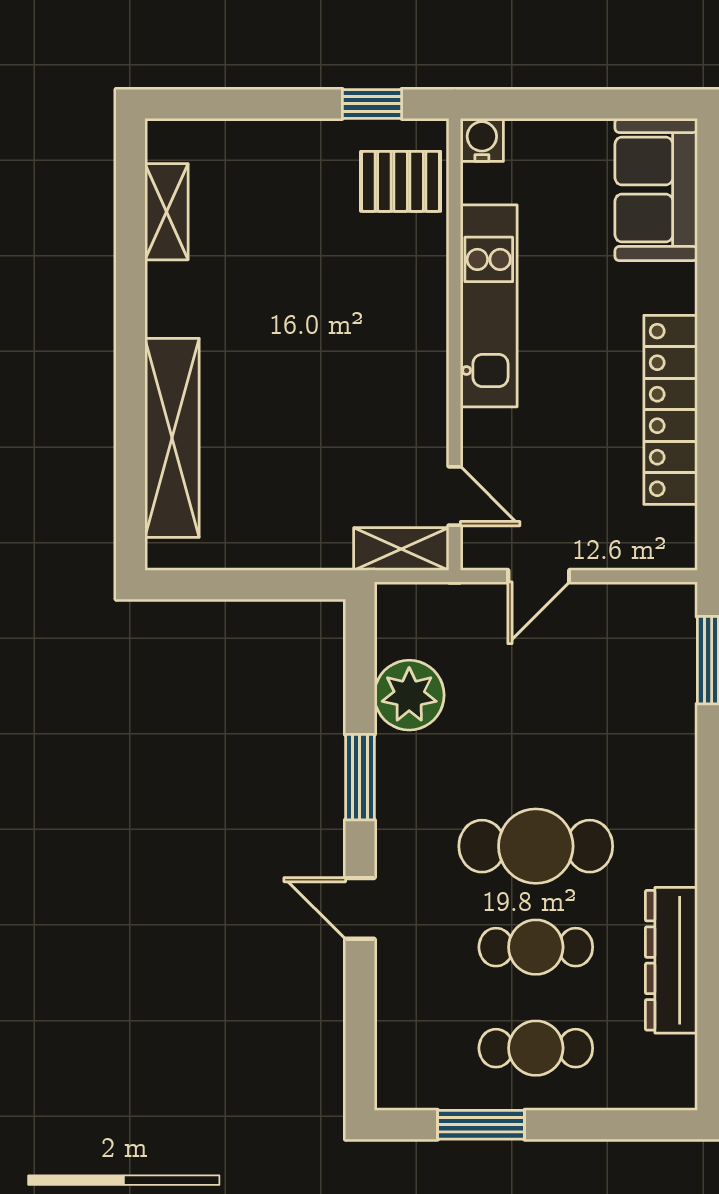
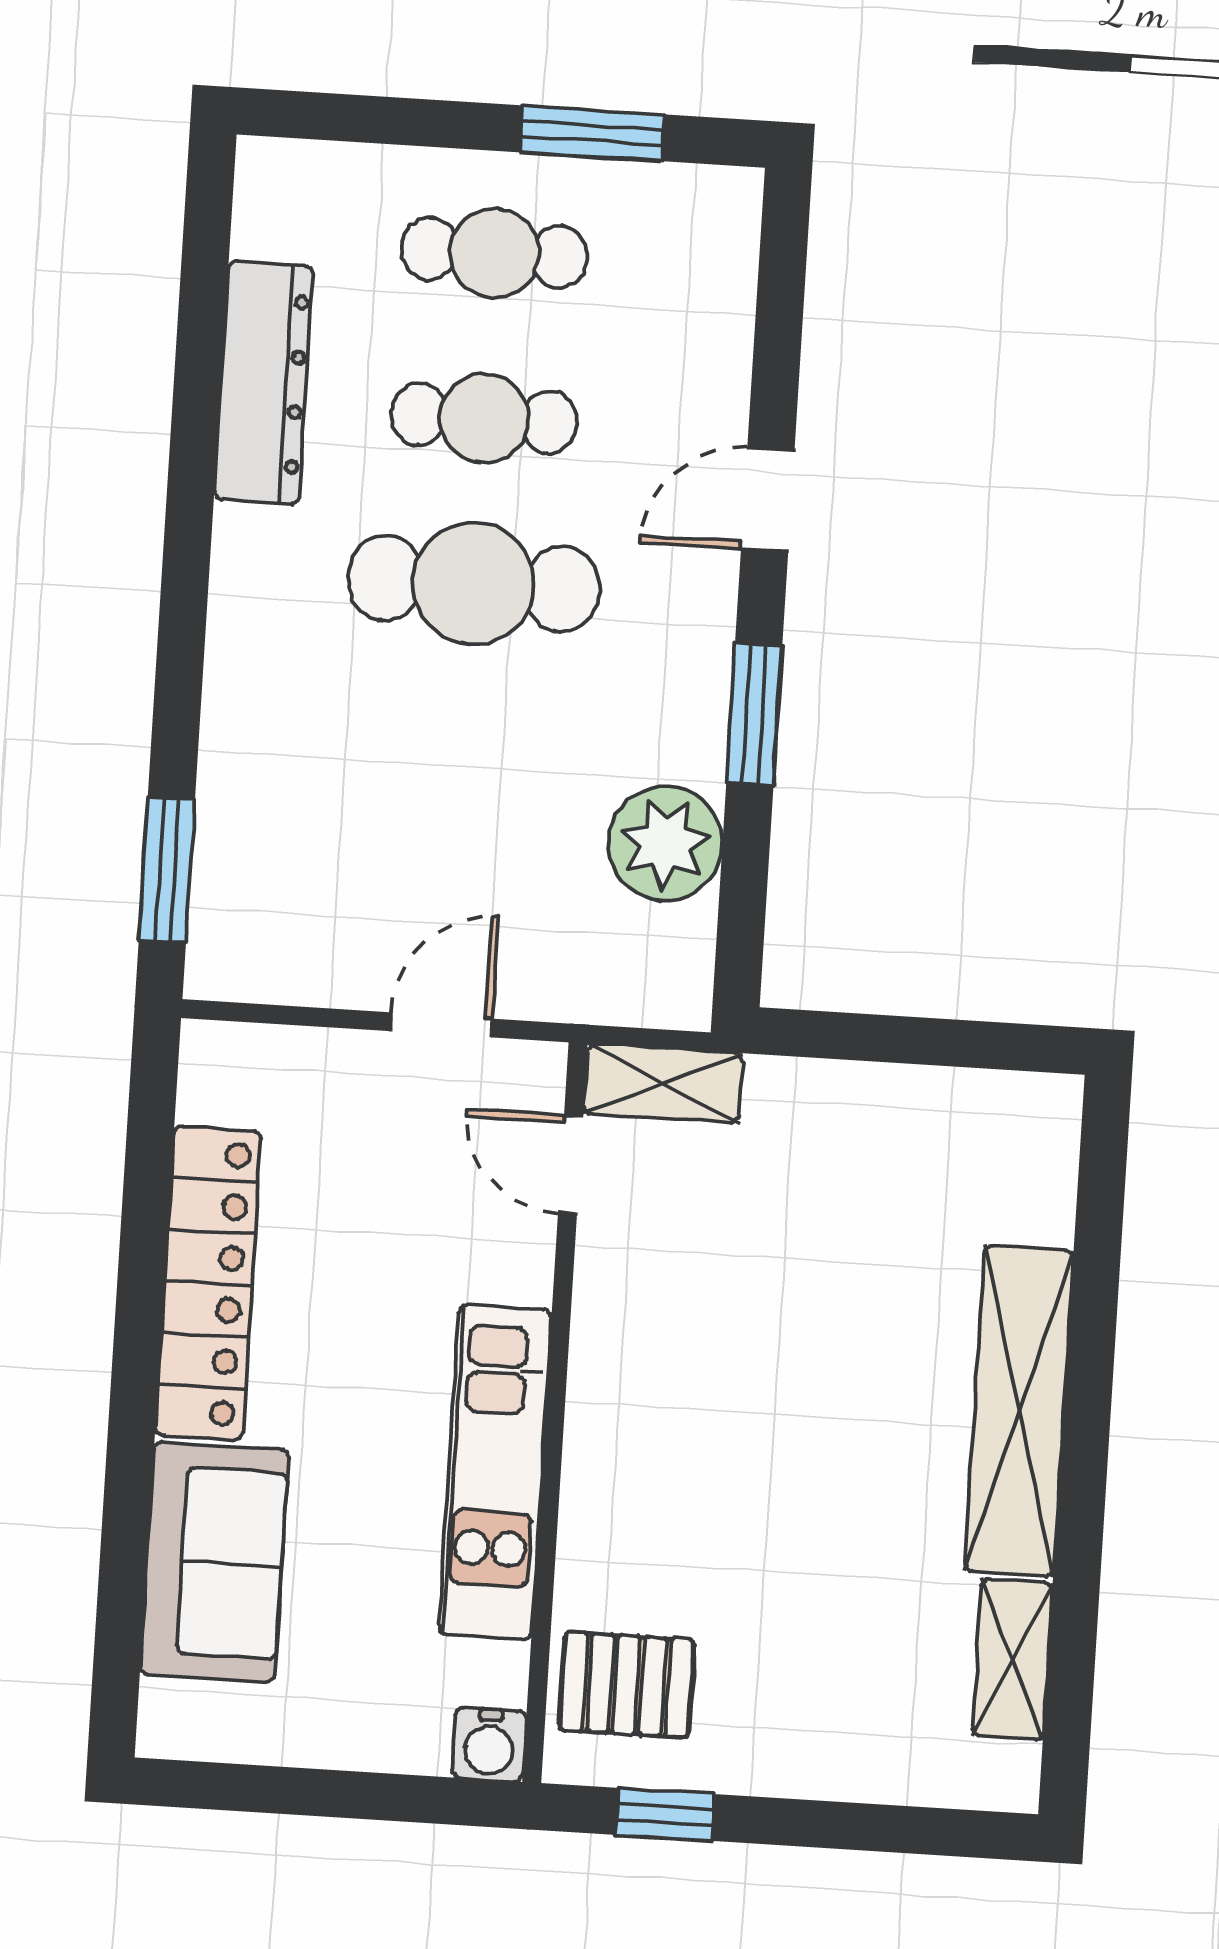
sofa: (656, 189) -> (214, 1562), moved
shelving: (172, 438) -> (1019, 1411), moved
door: (360, 908) -> (768, 500), swing flipped

